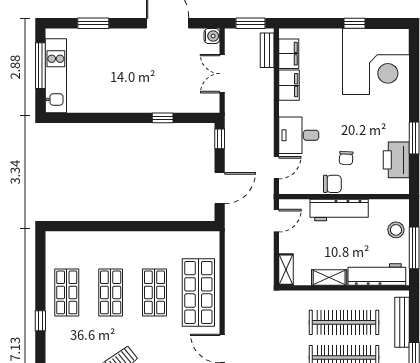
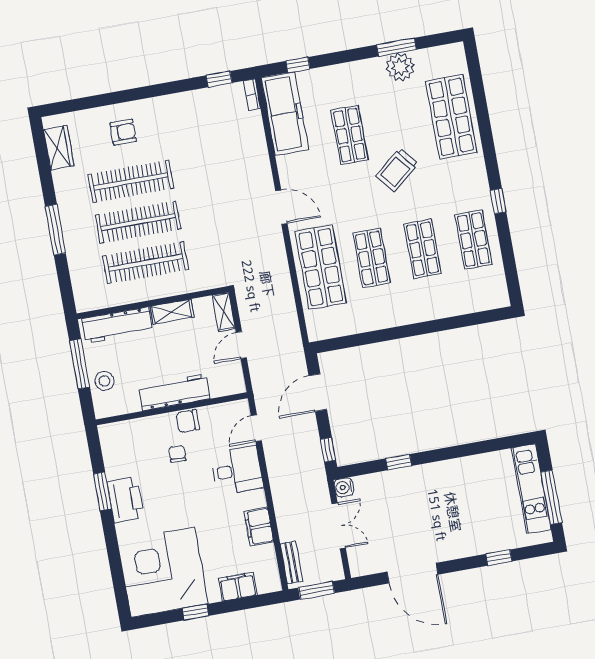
window: (93, 23) -> (499, 558), width x0.67
water cooler: (212, 36) -> (344, 487), moved
filing cabinet: (289, 54) -> (238, 587), moved, turned 90
printer: (396, 160) -> (125, 500), moved
door: (276, 221) -> (241, 345), moved
bench: (402, 322) -> (78, 275), removed

